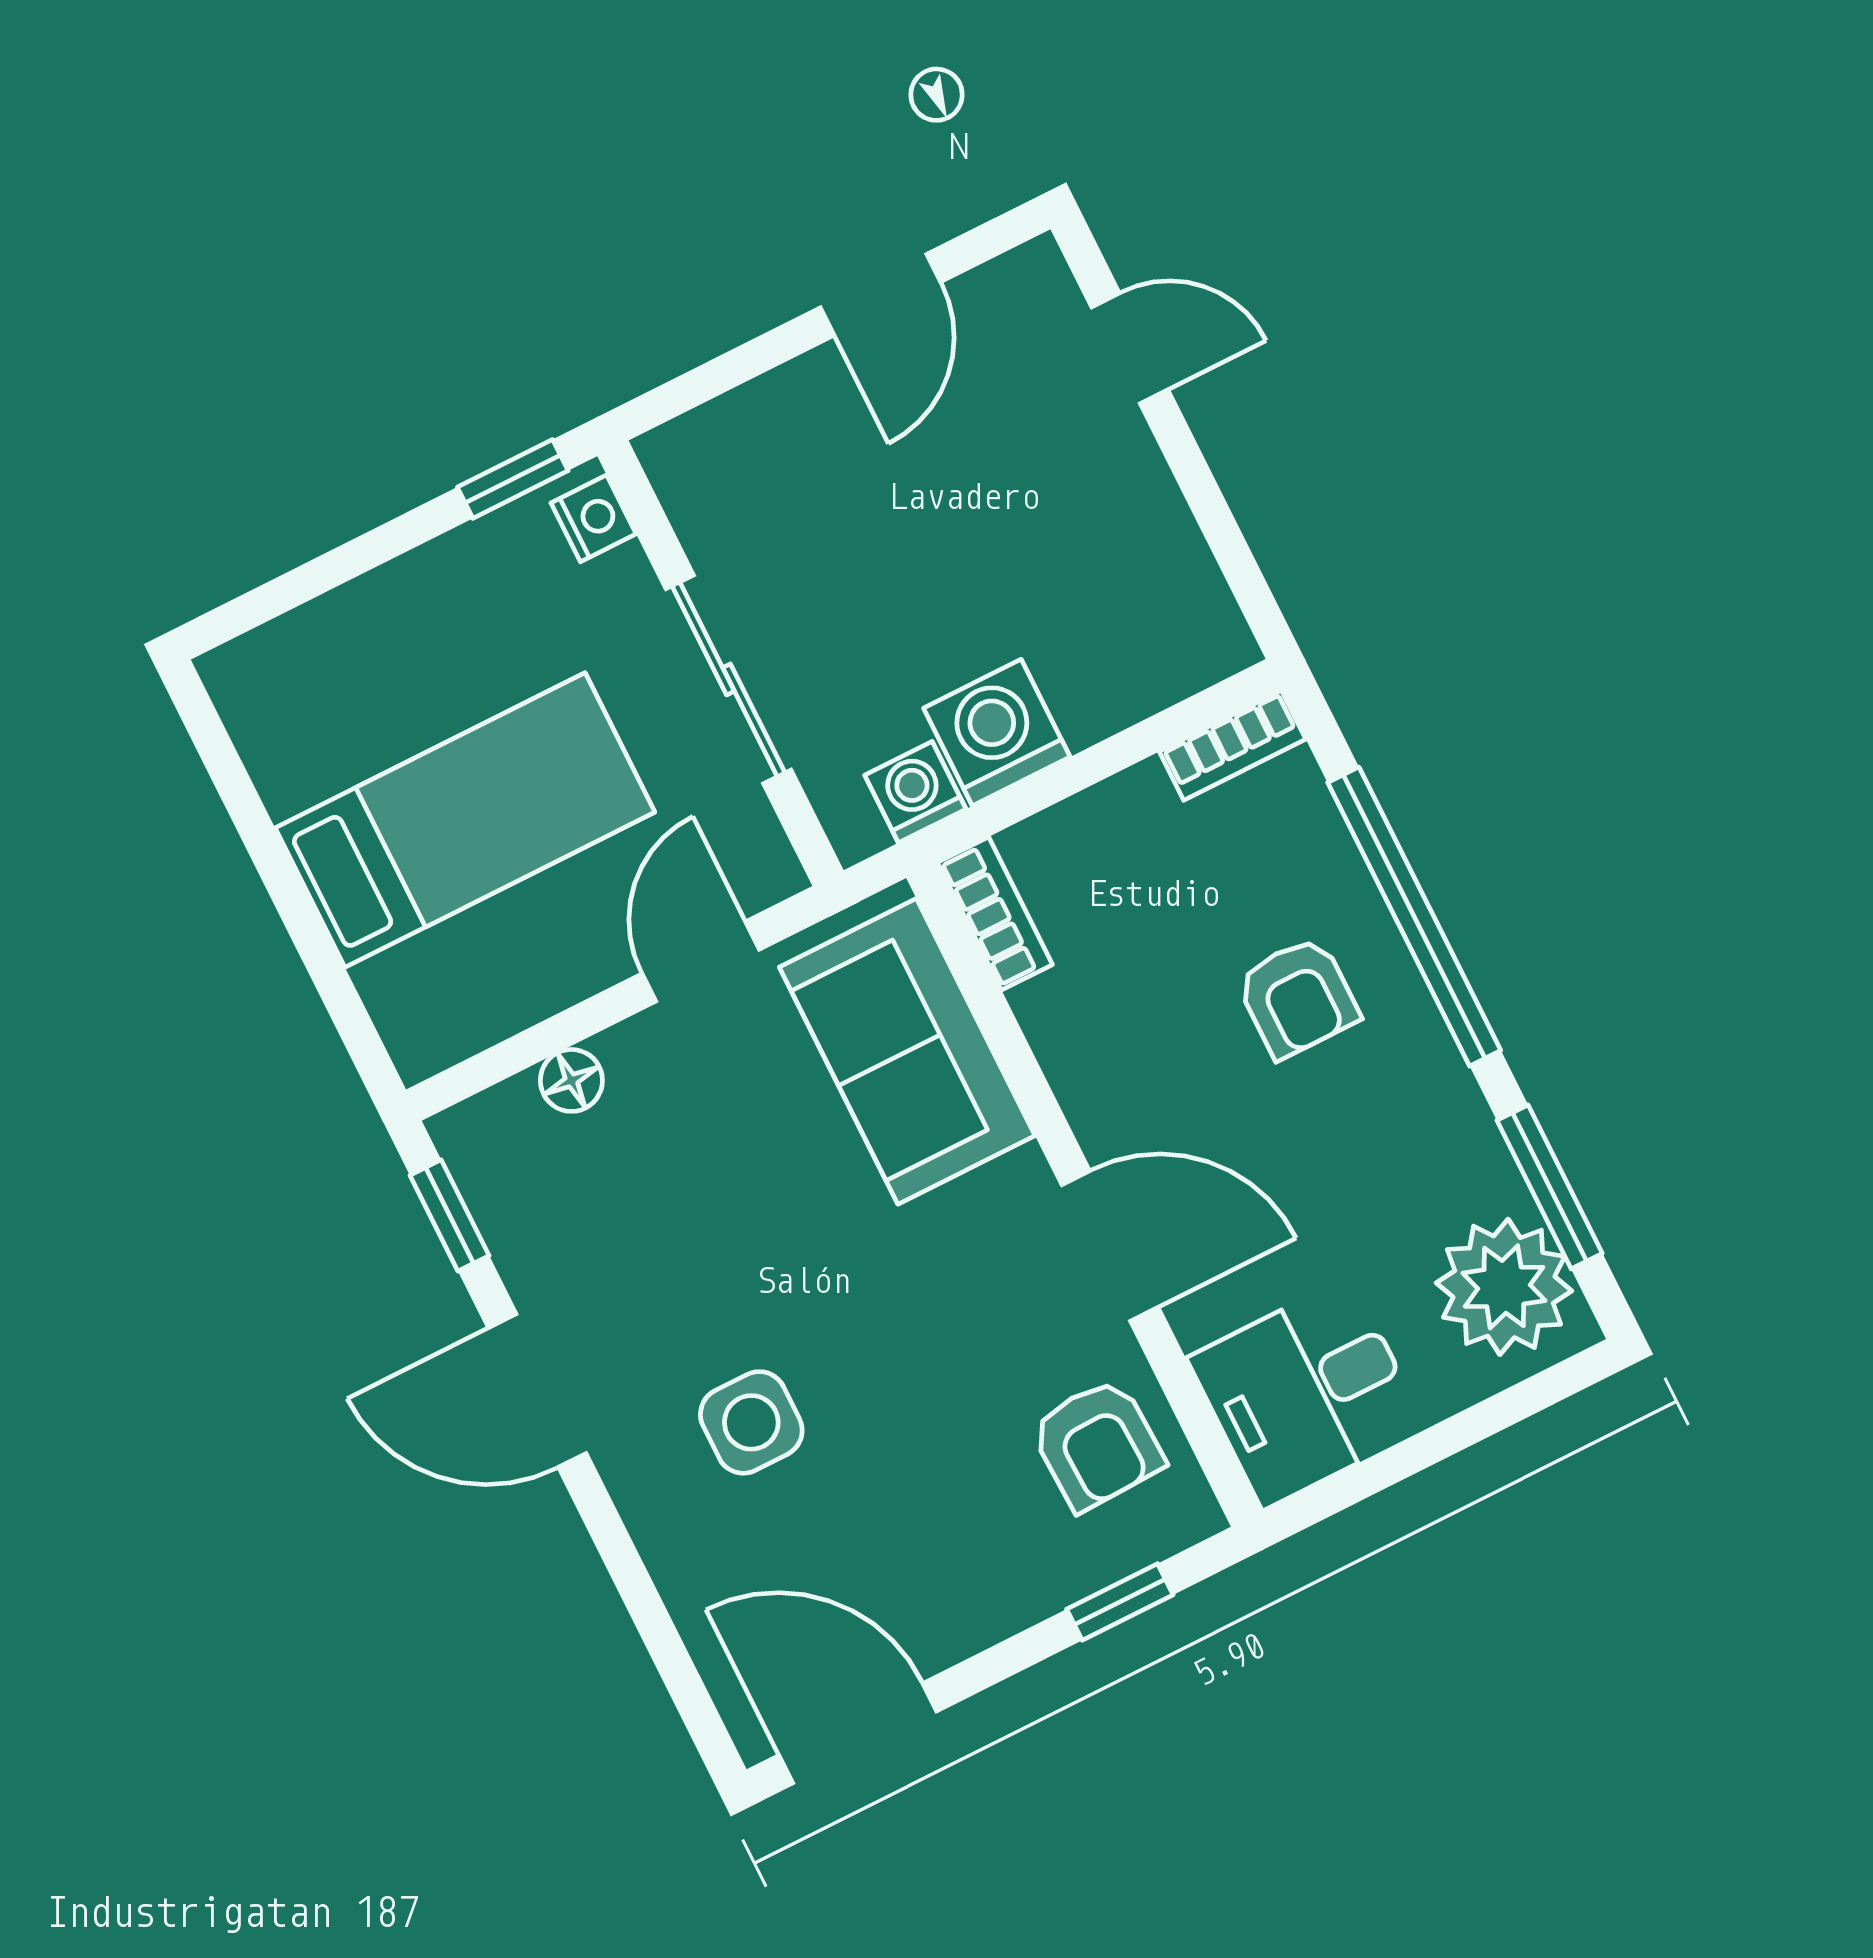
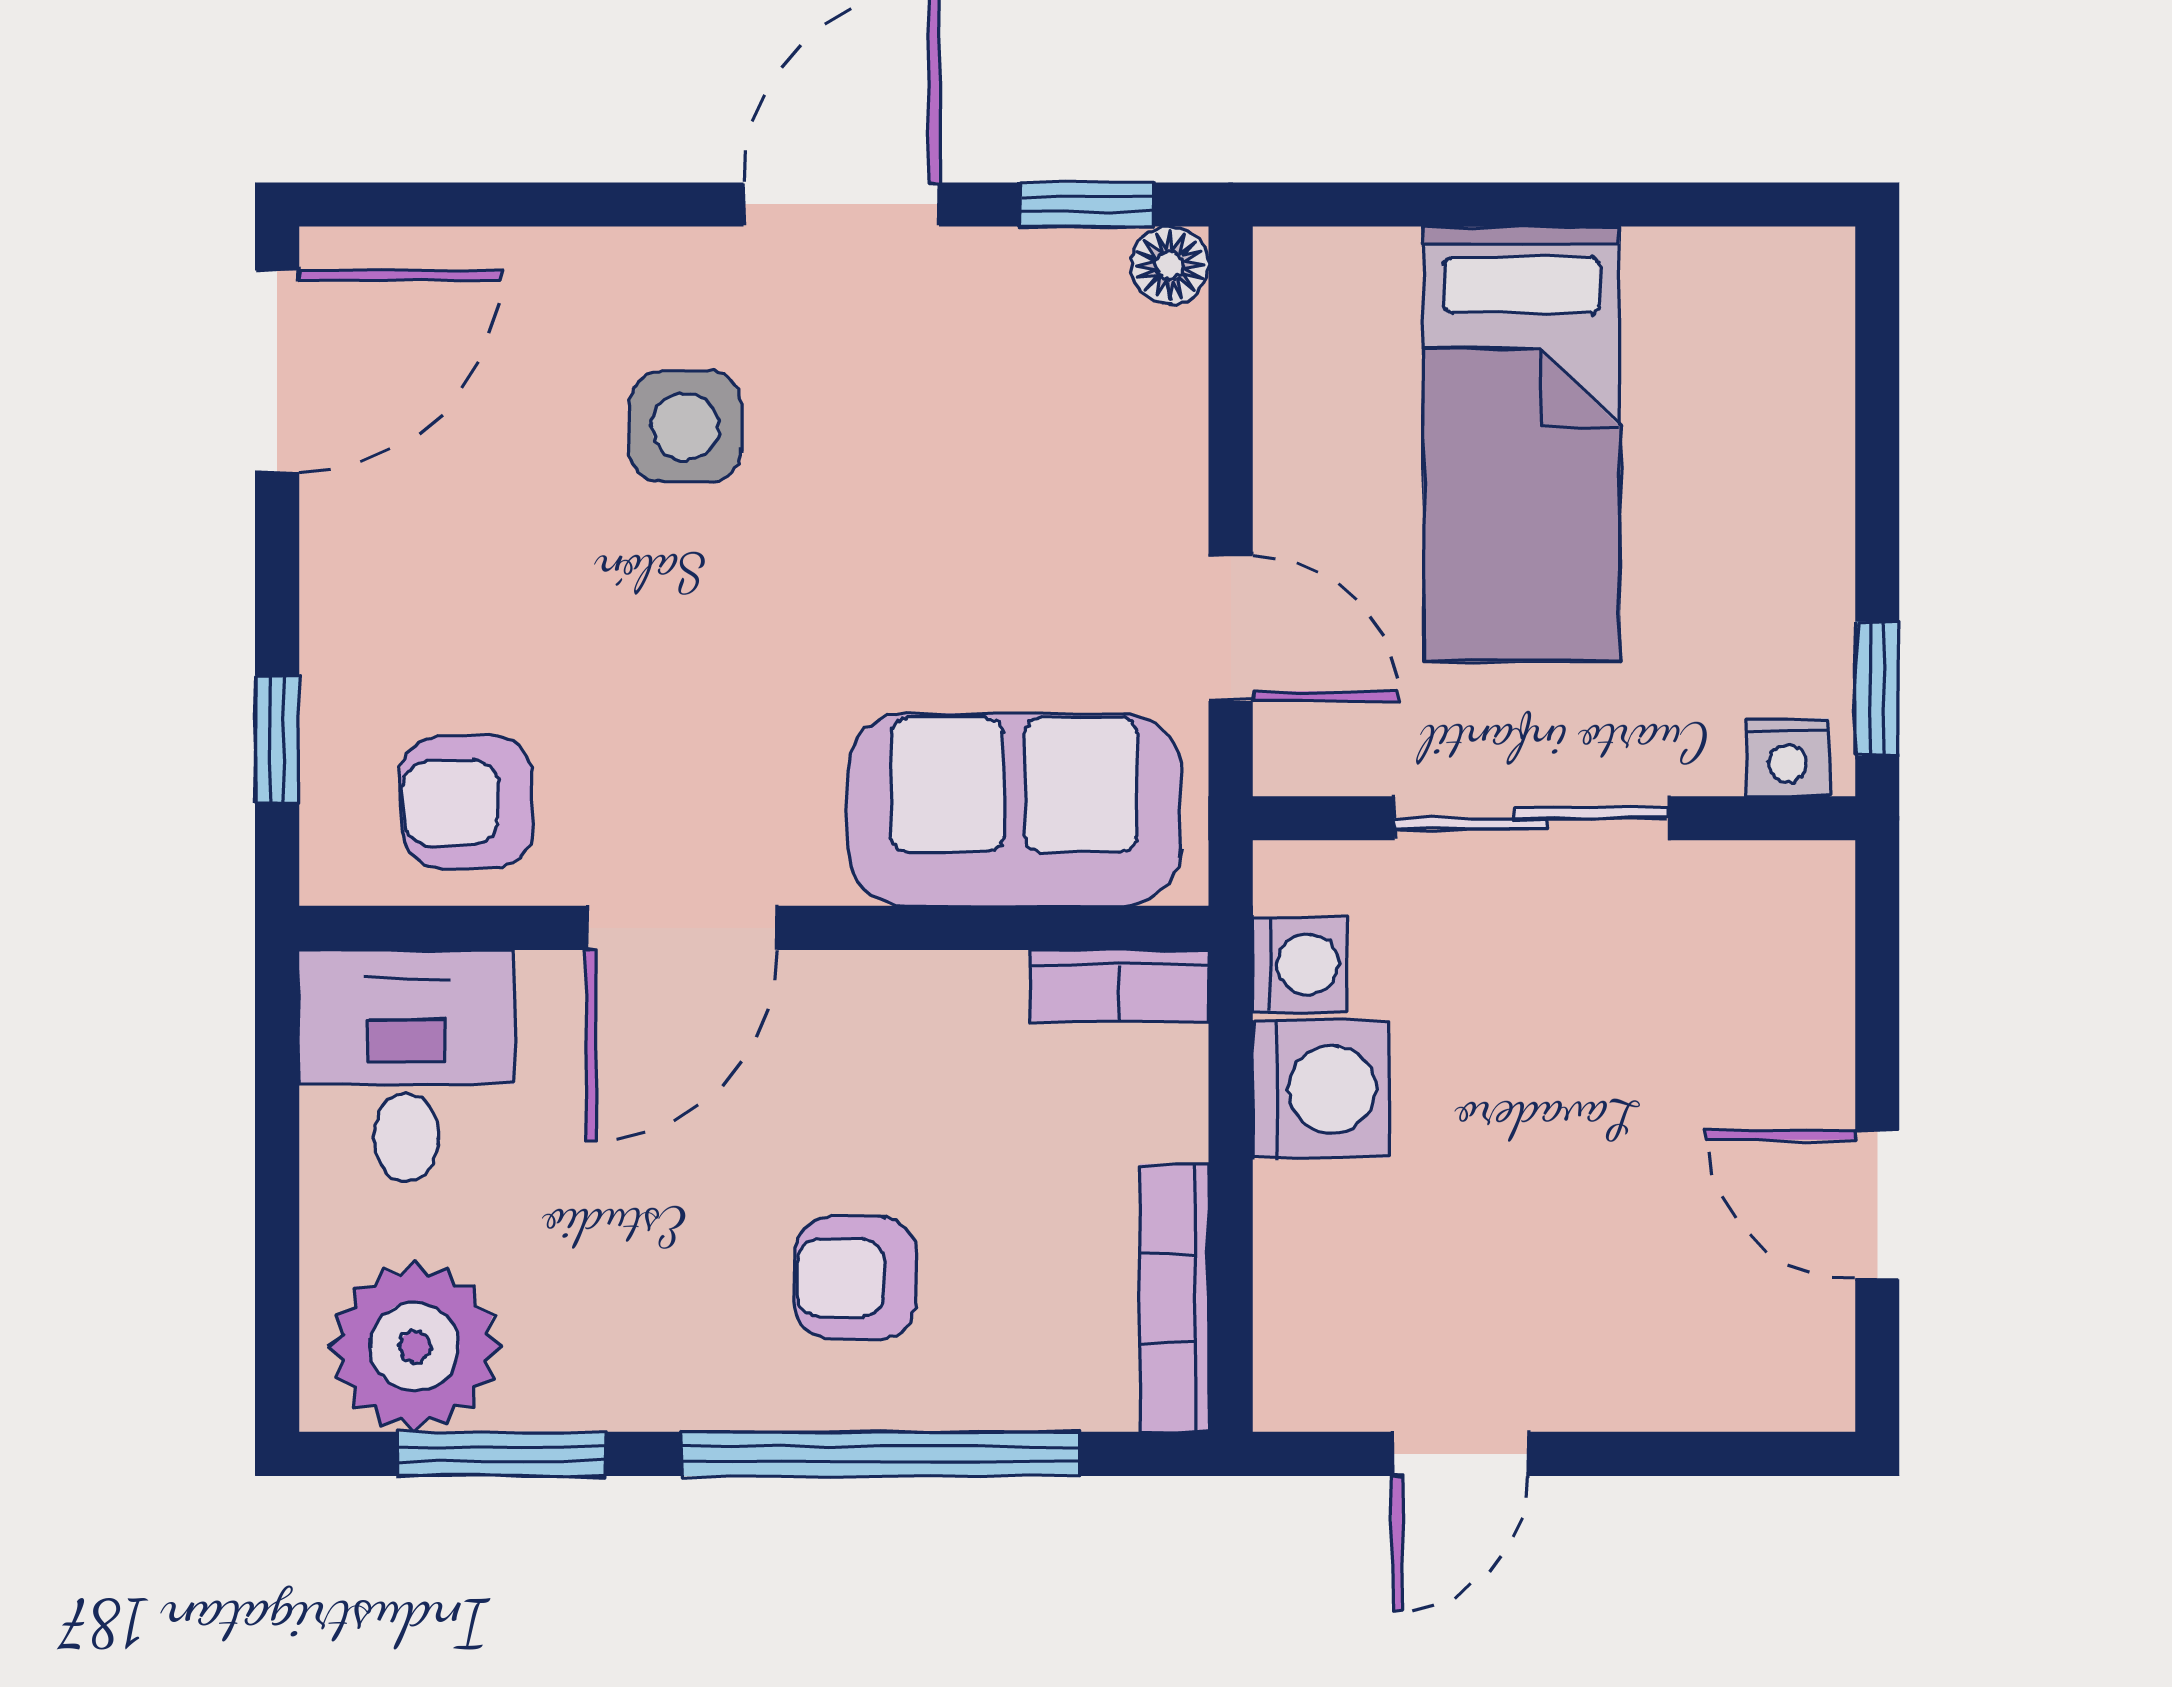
door: (1130, 348) -> (1460, 1454), moved
bookcase: (1232, 745) -> (1174, 1298), width x1.56
floor lamp: (571, 1080) -> (1170, 265), moved

